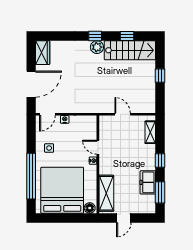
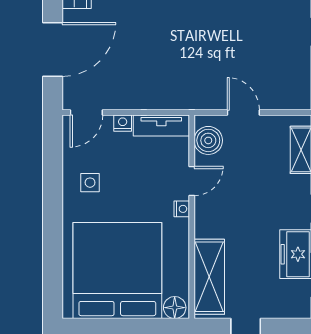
tv unit: (83, 121) -> (161, 126), added
boiler: (106, 128) -> (208, 140), added
door: (98, 147) -> (192, 181), swing flipped
window: (31, 176) -> (53, 241), removed

